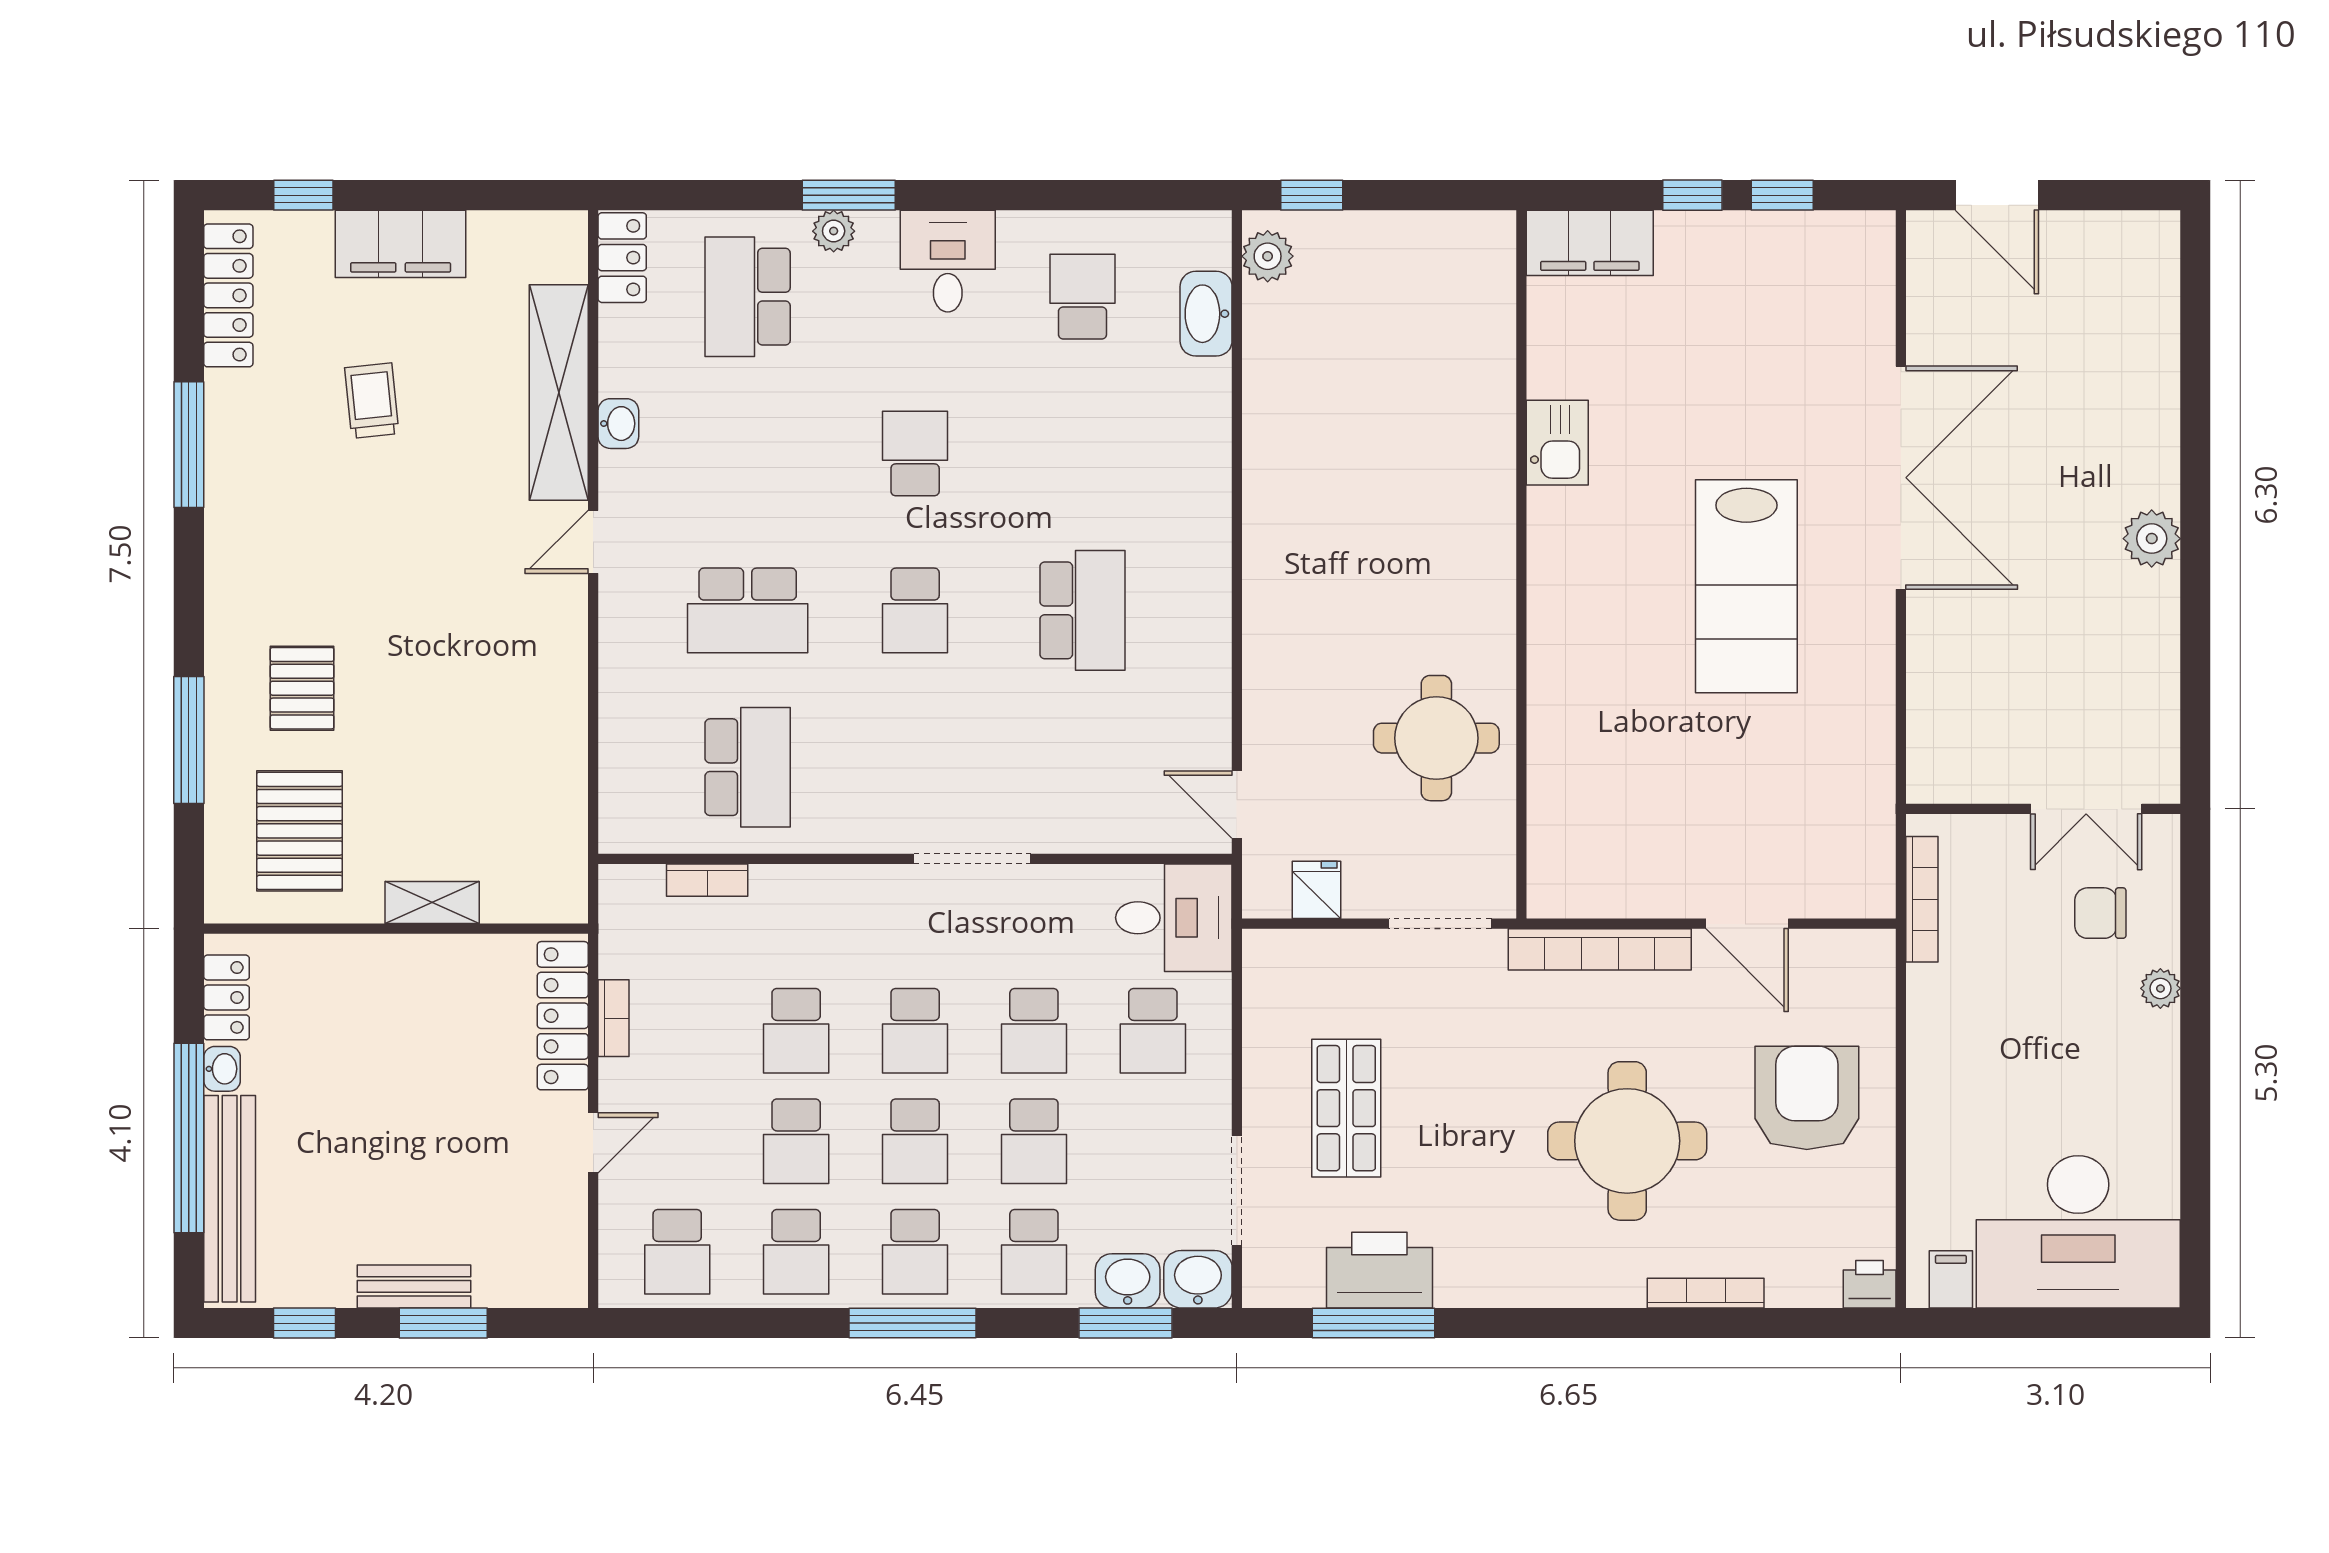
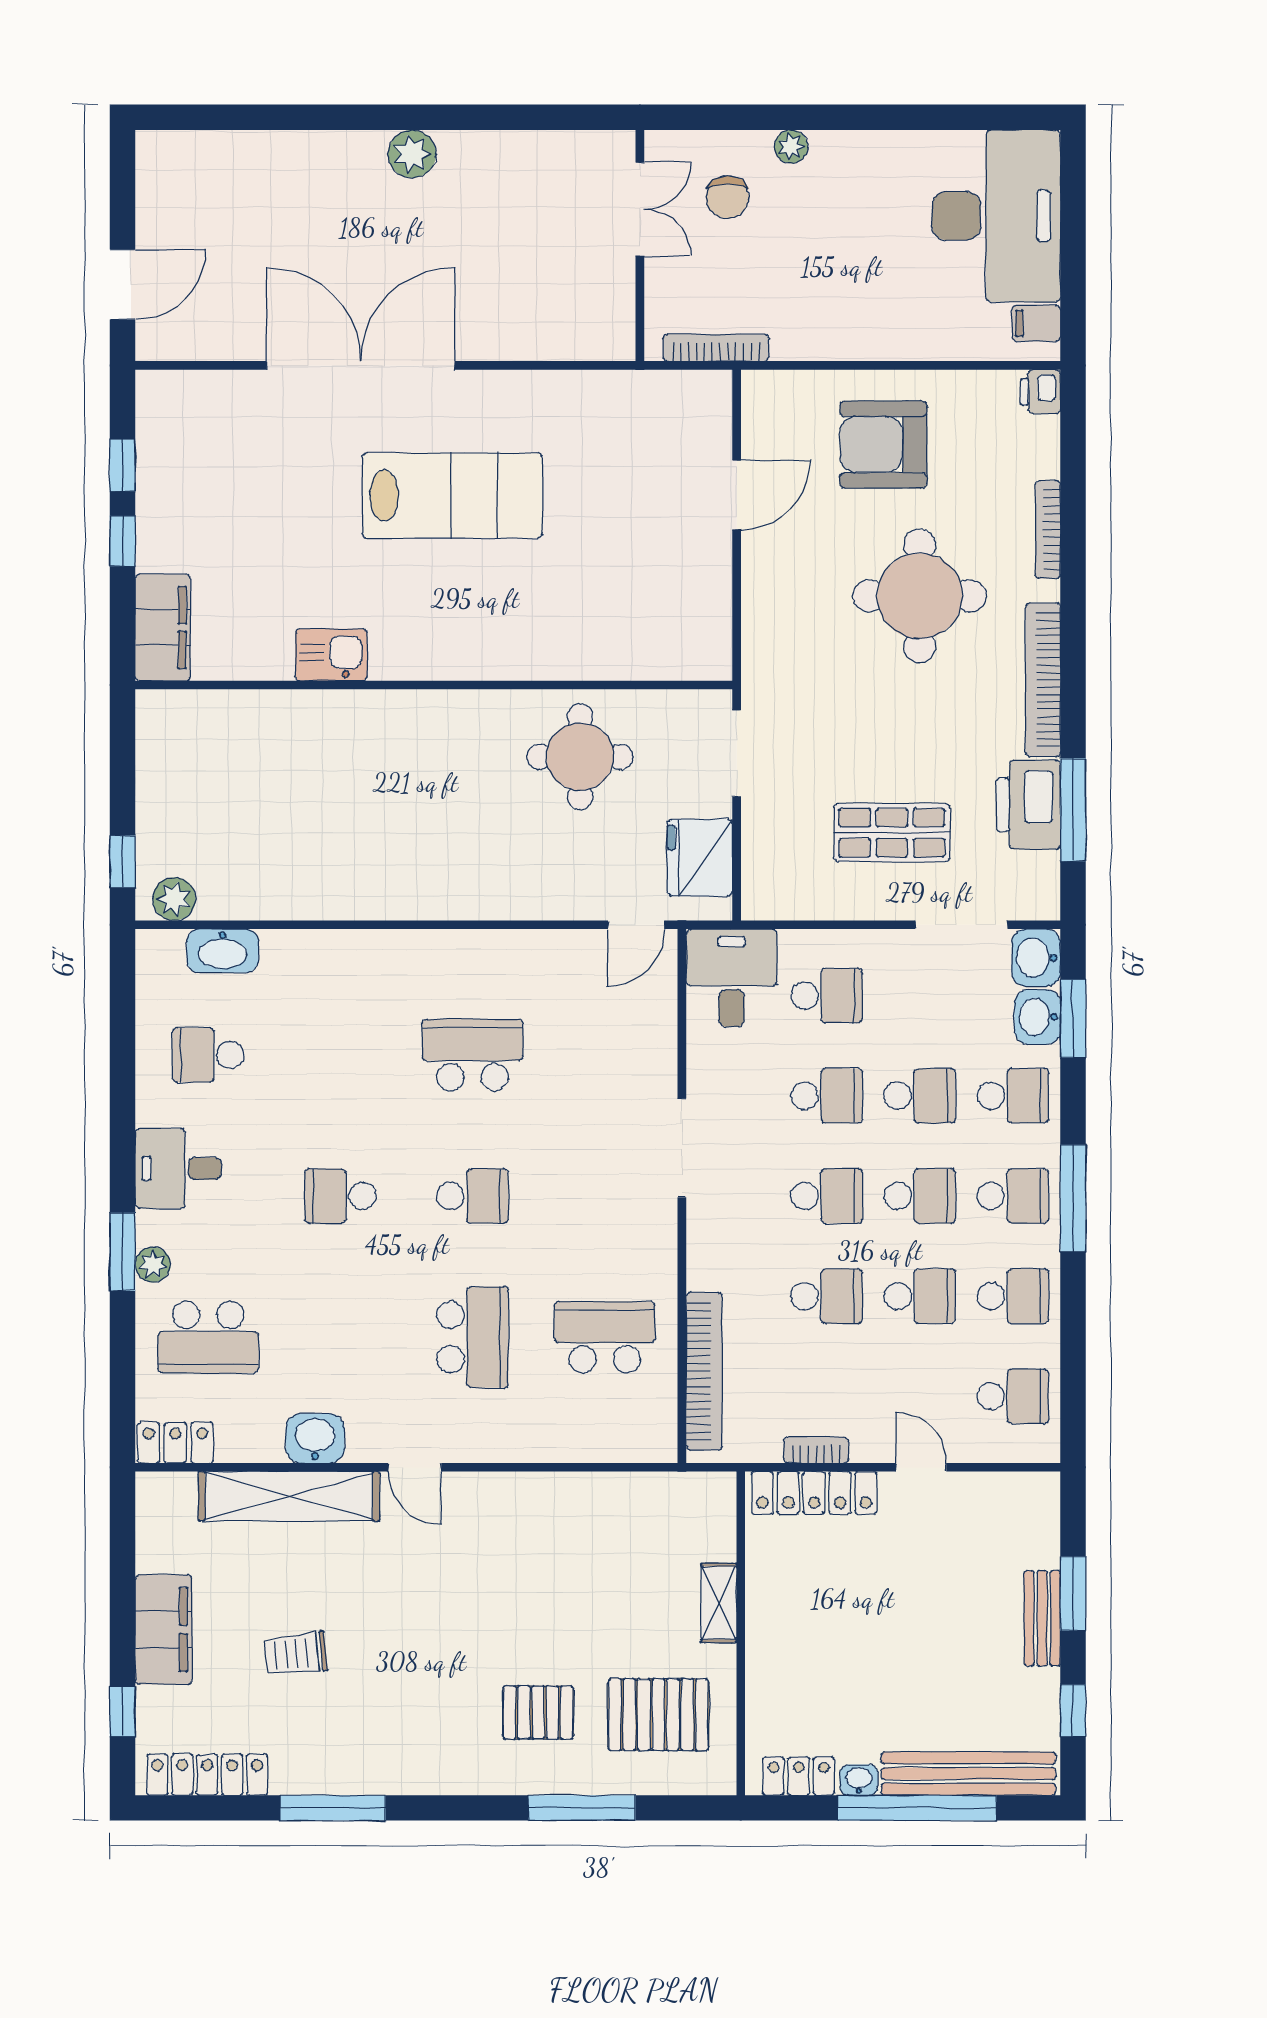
washbasin: (618, 424) -> (315, 1438), width x1.38, depth x1.45
bookcase: (707, 880) -> (704, 1371), width x2.31, depth x1.31
fridge: (1317, 890) -> (700, 858), width x1.88, depth x1.34
bookcase: (1600, 949) -> (1043, 680), moved, turned 180

